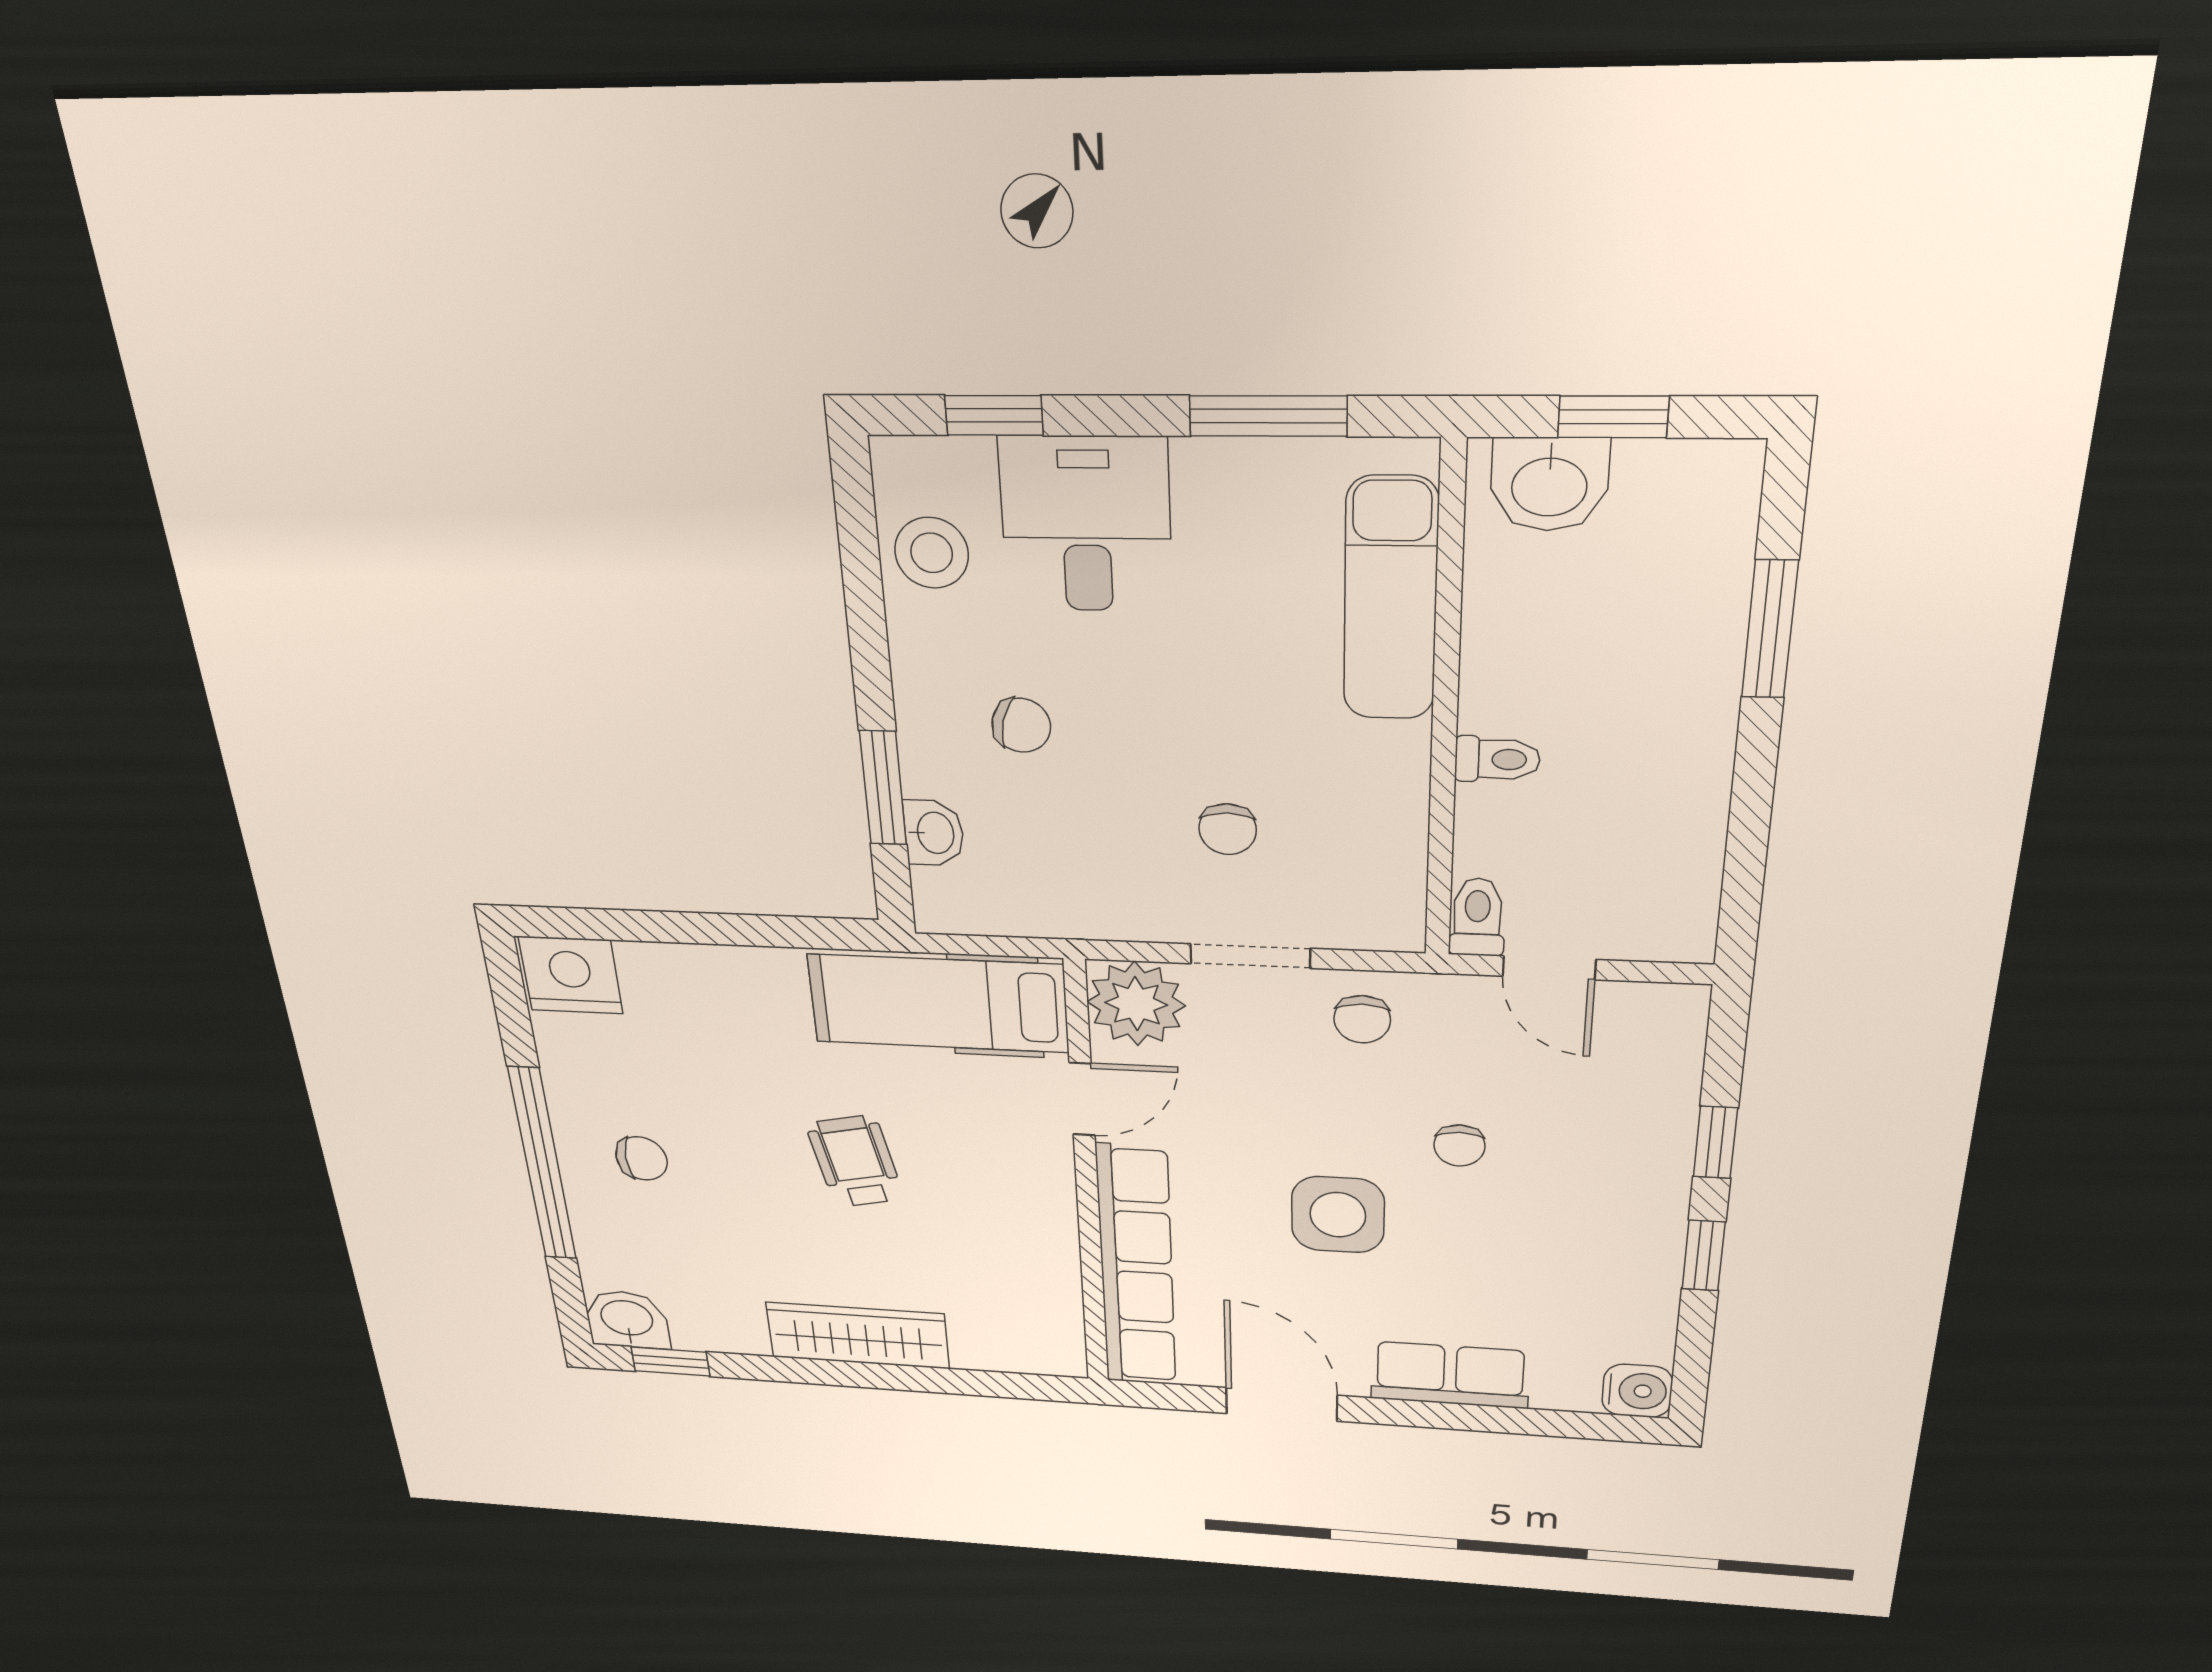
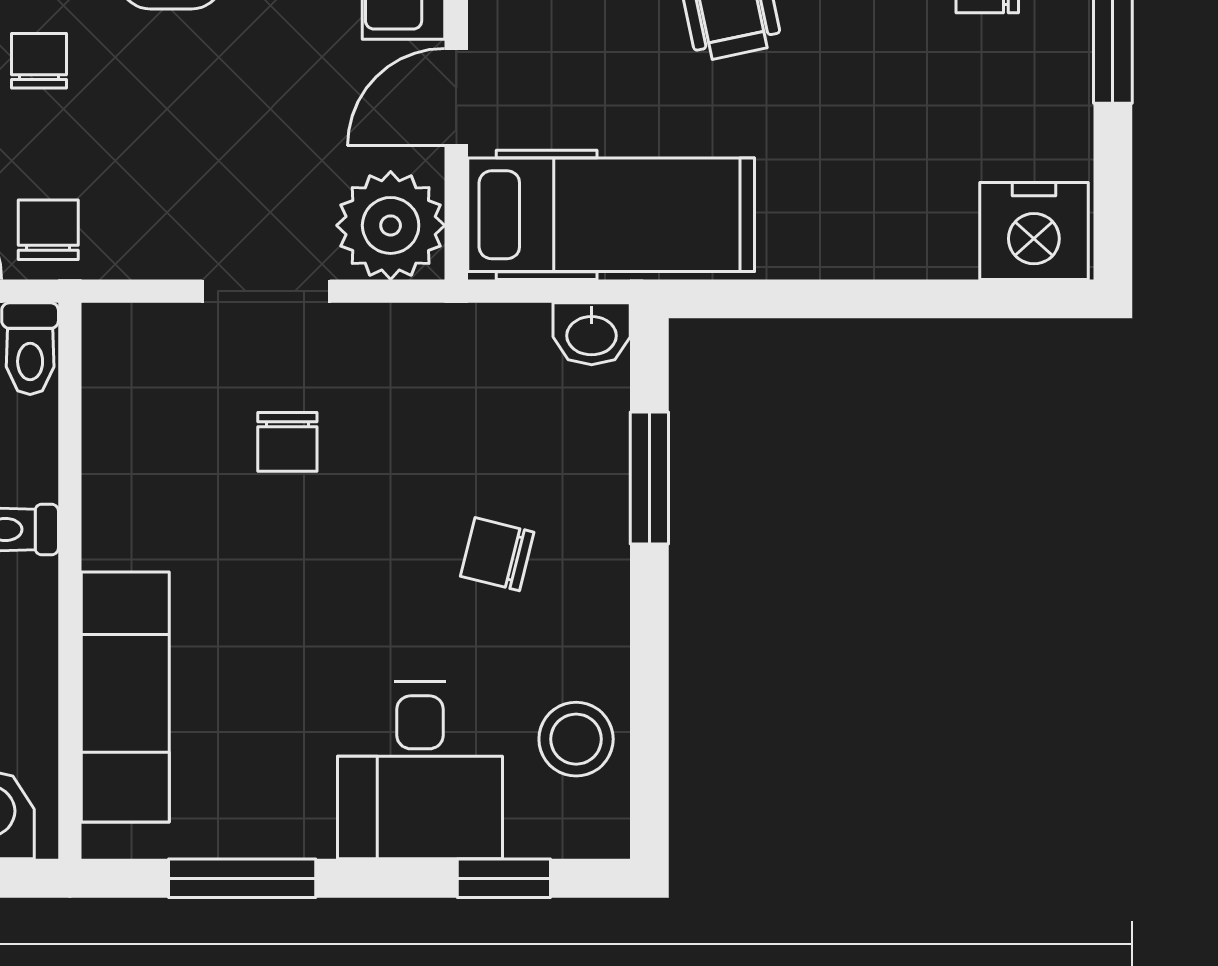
chair: (1228, 829) -> (287, 442), turned 180
washbasin: (934, 833) -> (592, 334), moved, turned -90
chair: (1362, 1019) -> (48, 230), moved

